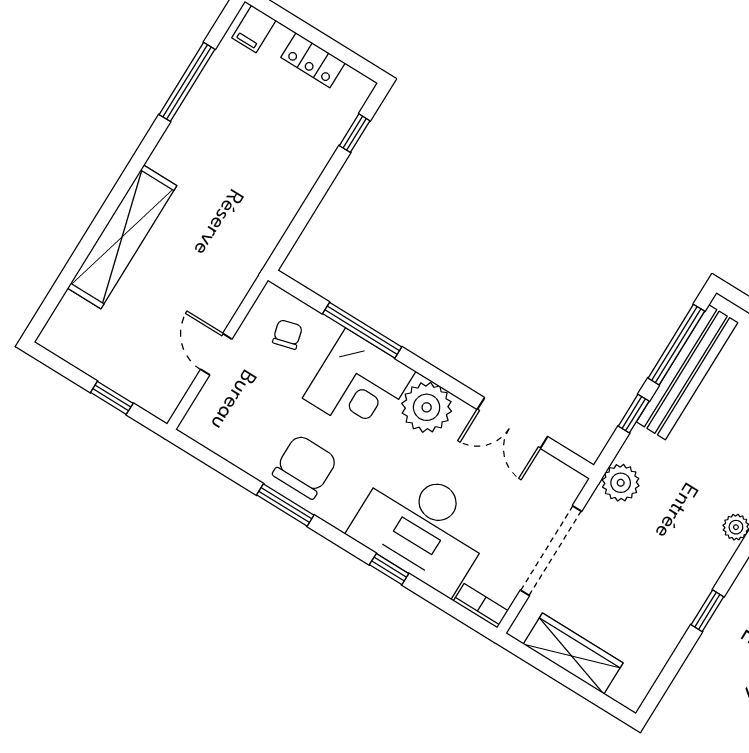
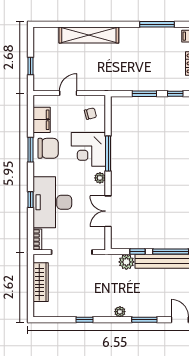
window: (315, 197) -> (144, 94), added
window: (362, 330) -> (108, 153), moved
plant: (427, 407) -> (100, 178), width x0.53, depth x0.53
filing cabinet: (238, 444) -> (42, 120), added
plant: (621, 483) -> (126, 262), moved

